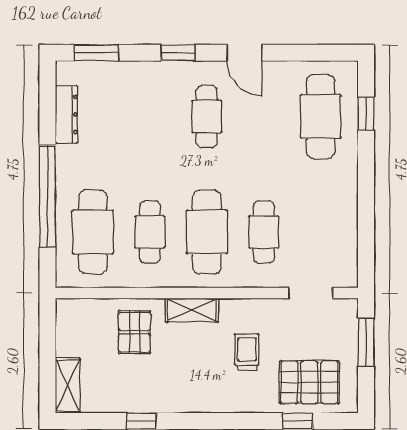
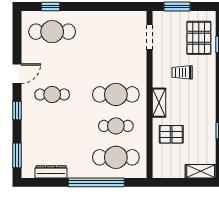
cafe table: (264, 232) -> (116, 63), removed

